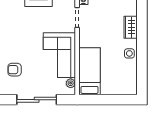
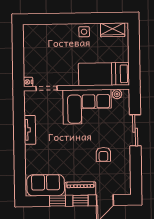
wardrobe: (131, 27) -> (113, 30), moved
sliding door: (37, 100) -> (135, 130), width x0.73

